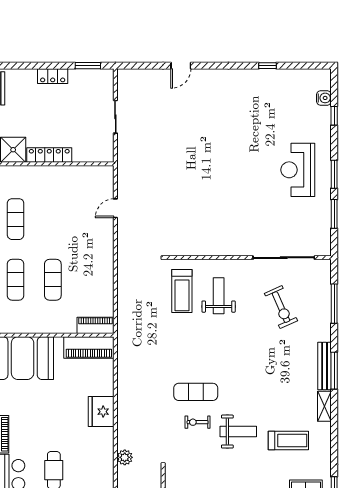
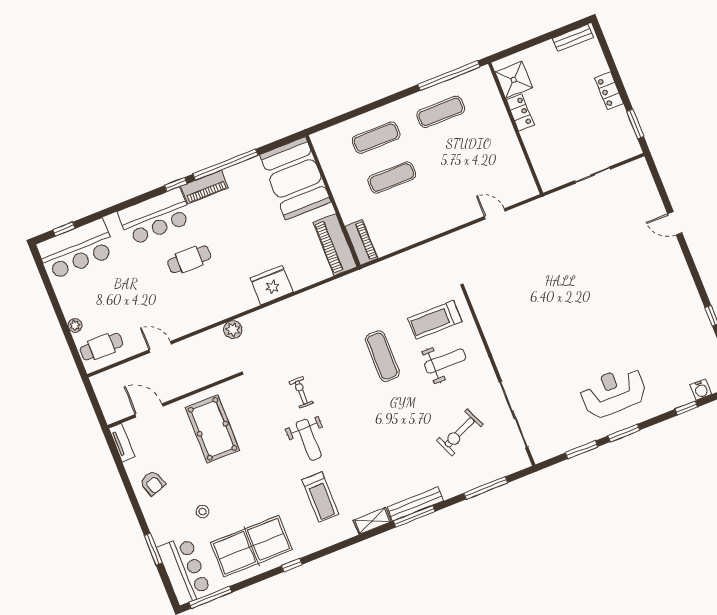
locker: (49, 155) -> (520, 112), width x0.66
exercise mat: (196, 392) -> (382, 356), moved

